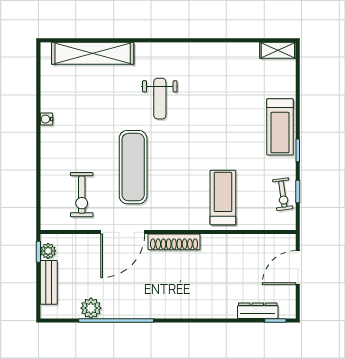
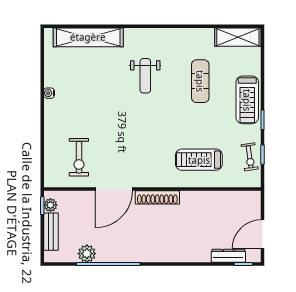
shelving: (278, 50) -> (238, 37), width x1.50, depth x1.33
exercise mat: (133, 167) -> (200, 81), moved, width x0.73, depth x0.69
treadmill: (223, 197) -> (199, 160), turned -90
door: (298, 268) -> (262, 234), moved

